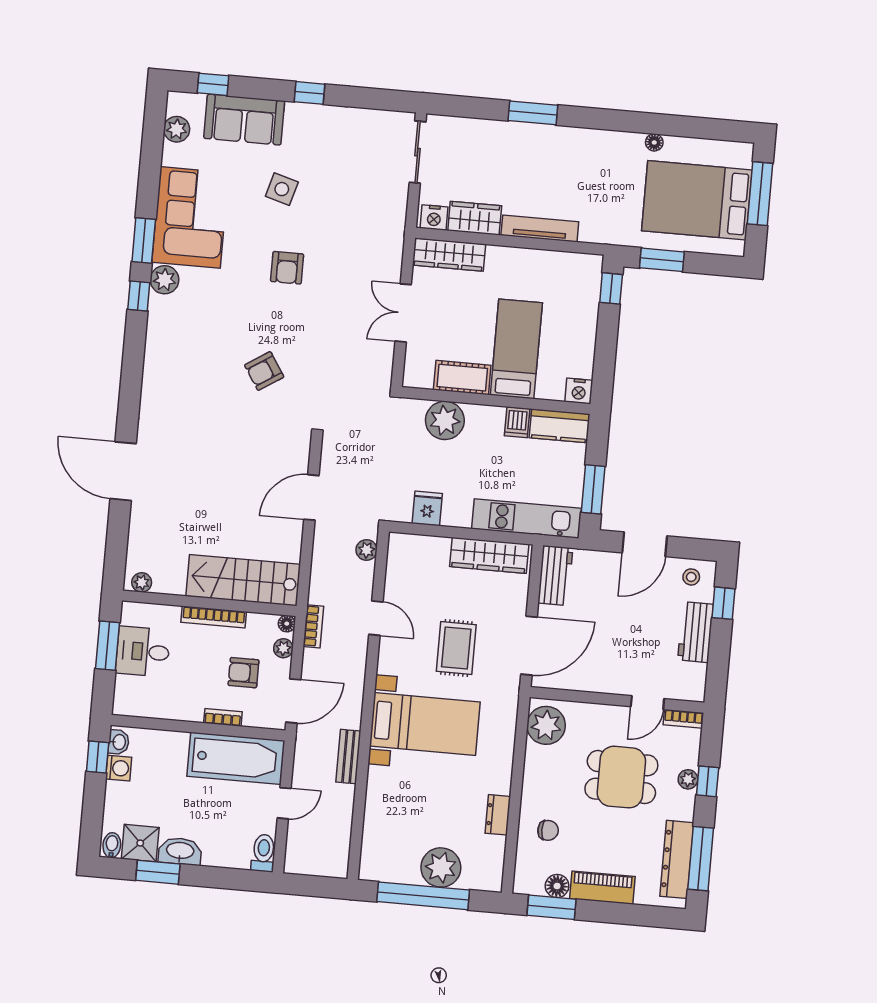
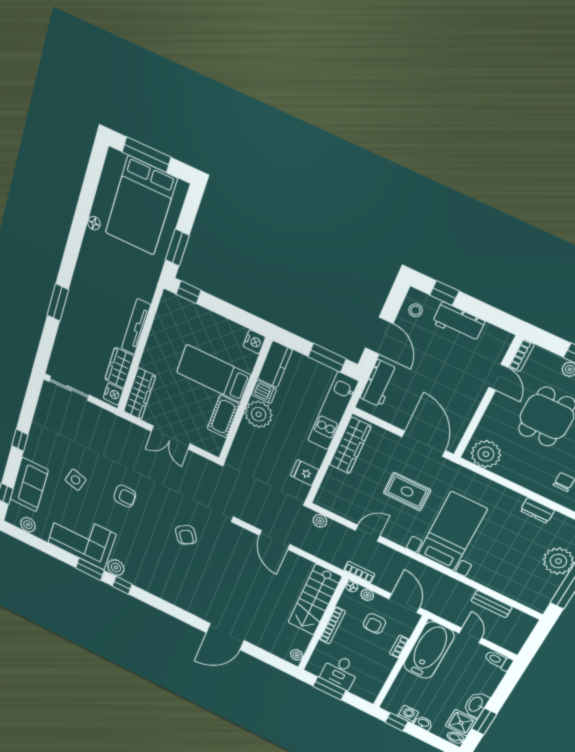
plant: (445, 420) -> (259, 414), moved
workbench: (555, 576) -> (379, 383), moved, turned 90
washbasin: (119, 742) -> (423, 723), moved
bench: (348, 757) -> (492, 604), moved

